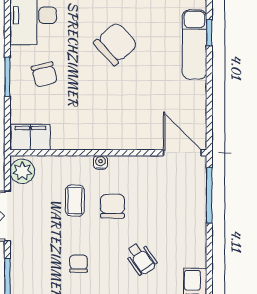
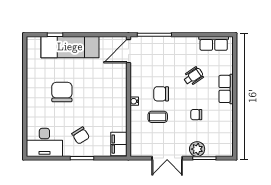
chair: (116, 44) -> (62, 92), turned 42
exam couch: (194, 44) -> (70, 47), width x1.36, depth x1.45
chair: (44, 74) -> (81, 136), turned 72
plant: (22, 171) -> (197, 149), moved

